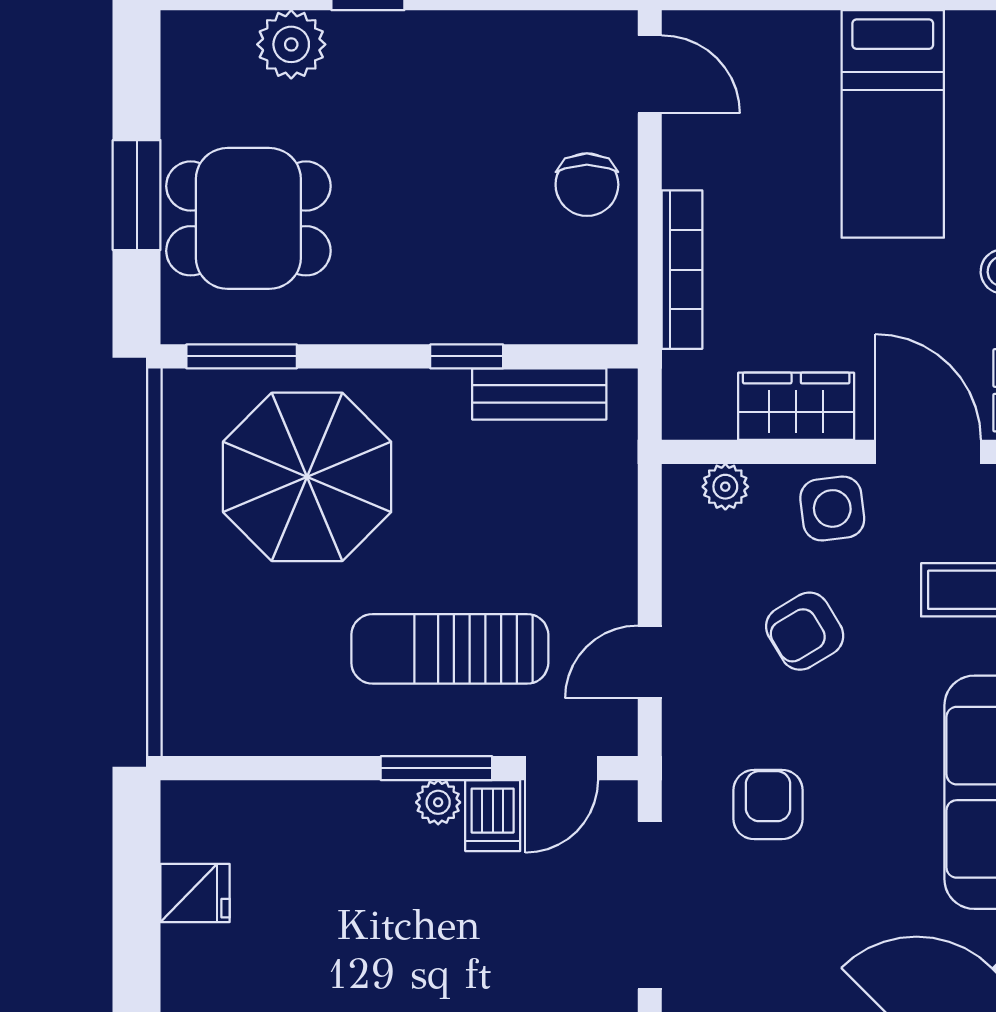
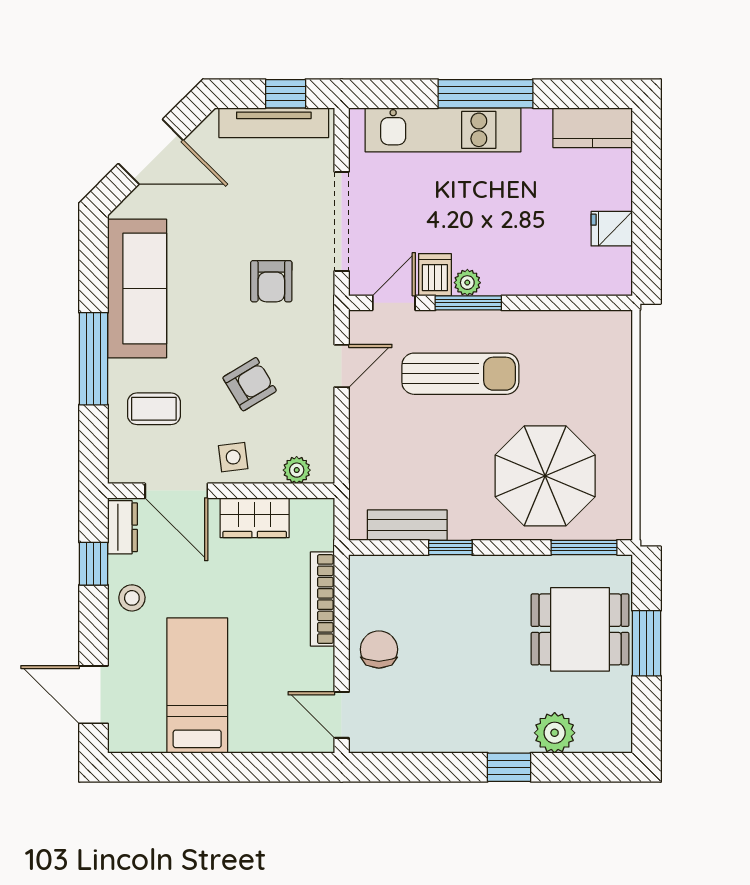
side table: (832, 508) -> (233, 457), width x0.73, depth x0.73

